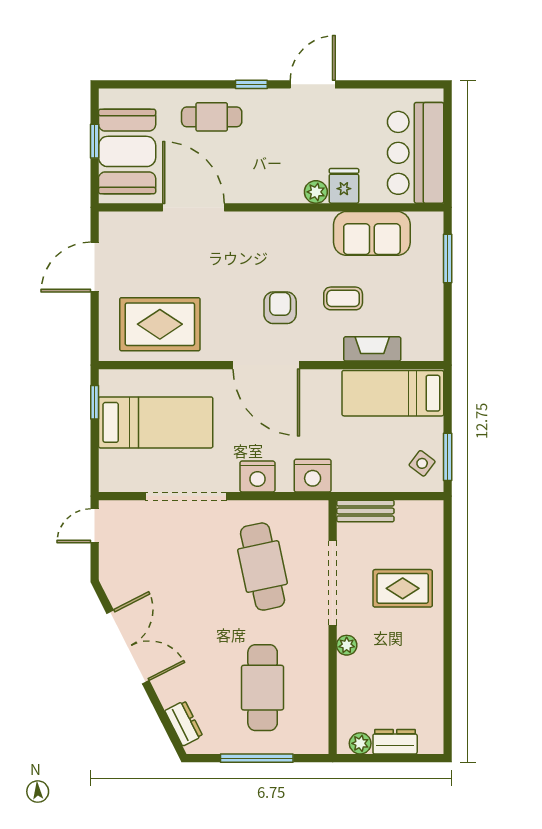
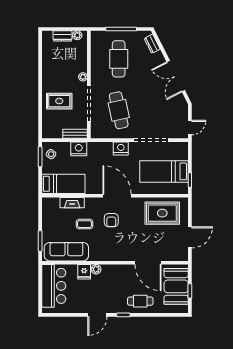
sofa: (372, 233) -> (66, 252), width x1.36
nightstand: (313, 476) -> (79, 149), moved

